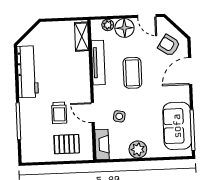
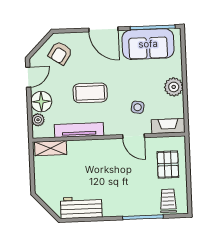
door: (190, 71) -> (103, 29), moved
workbench: (28, 72) -> (81, 207), width x0.73
trolley: (59, 113) -> (168, 201), moved, turned -90
door: (93, 113) -> (133, 136), hinge flipped

